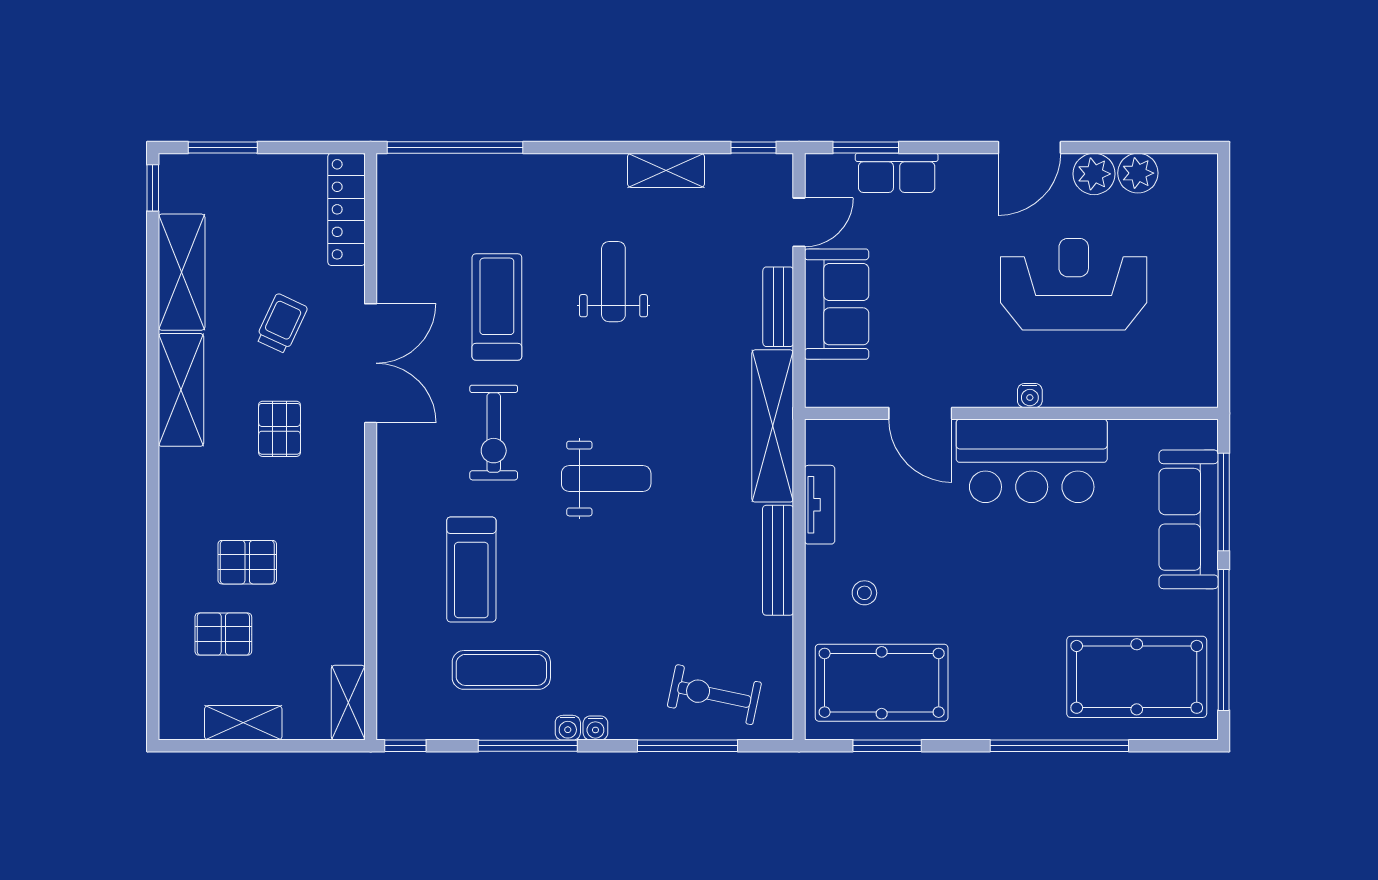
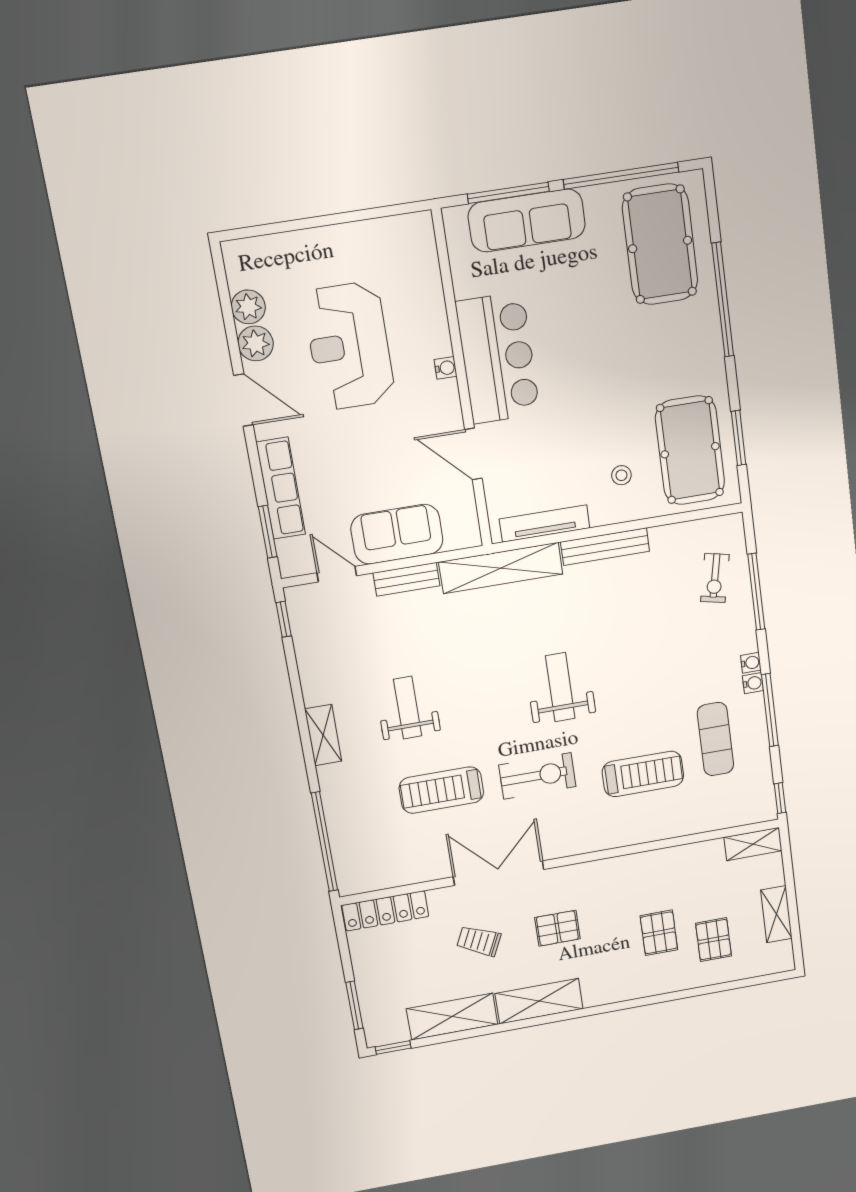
shelving: (666, 170) -> (323, 735), moved
row of seats: (897, 173) -> (281, 488), width x1.48
weight bench: (613, 282) -> (408, 708), turned 90
door: (920, 413) -> (473, 454), swing flipped
tv unit: (820, 505) -> (545, 524), width x1.41
exercise bike: (714, 695) -> (715, 578), width x0.73, depth x0.72

